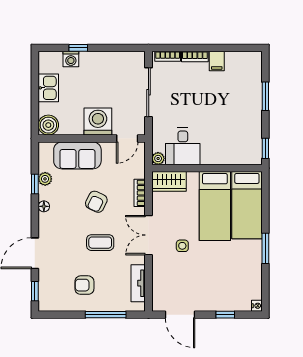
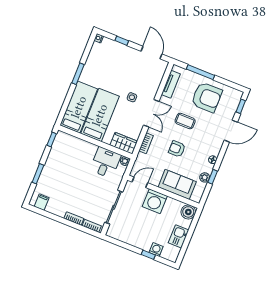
filing cabinet: (217, 61) -> (42, 202), moved
armchair: (96, 202) -> (177, 149), turned -116
armchair: (84, 285) -> (207, 97), width x1.88, depth x1.88

